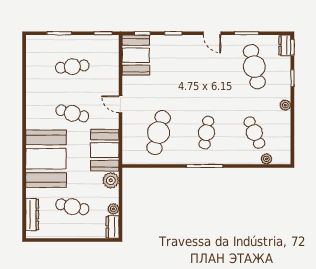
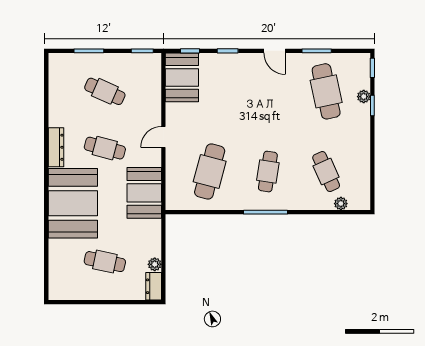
dresser: (285, 45) -> (363, 66), removed
cafe table: (72, 67) -> (105, 91), turned 30
door: (121, 104) -> (163, 137), hinge flipped
plant: (285, 105) -> (364, 97), moved
plant: (111, 180) -> (152, 230), removed
dresser: (32, 215) -> (56, 147), moved

